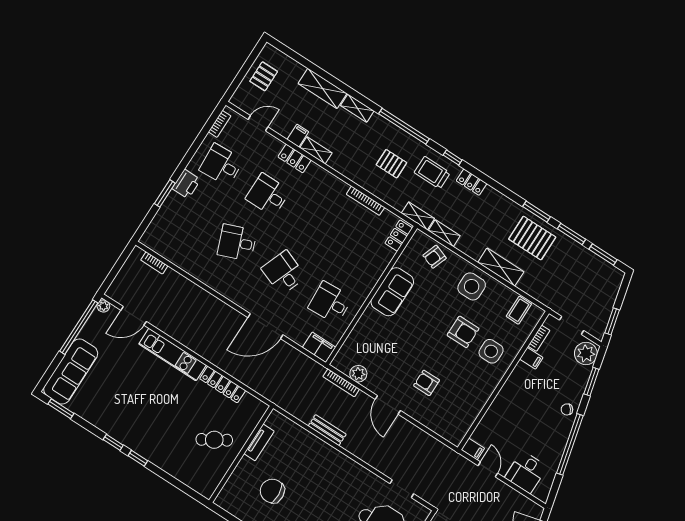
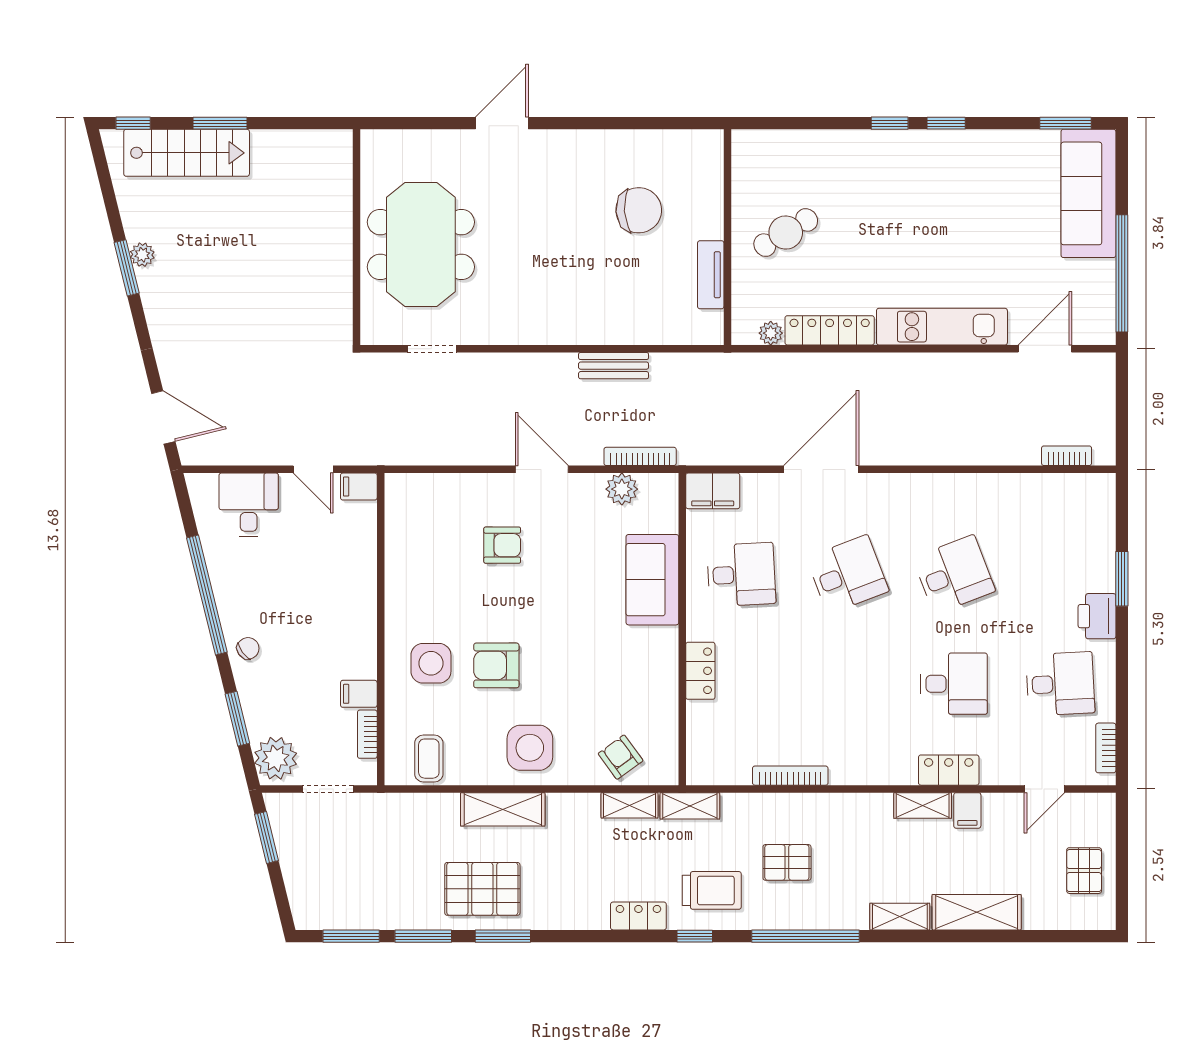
locker: (399, 236) -> (700, 671), moved
armchair: (435, 257) -> (621, 757), turned -56
desk: (284, 273) -> (848, 574), turned -42
sofa: (392, 292) -> (652, 580), moved
plant: (103, 306) -> (771, 333), moved

